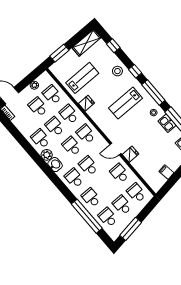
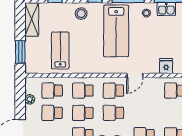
fridge: (87, 103) -> (86, 66), removed
lab bench: (126, 103) -> (116, 31), width x1.36, depth x1.39
door: (115, 149) -> (135, 75), moved
school desk: (88, 166) -> (144, 113), removed

